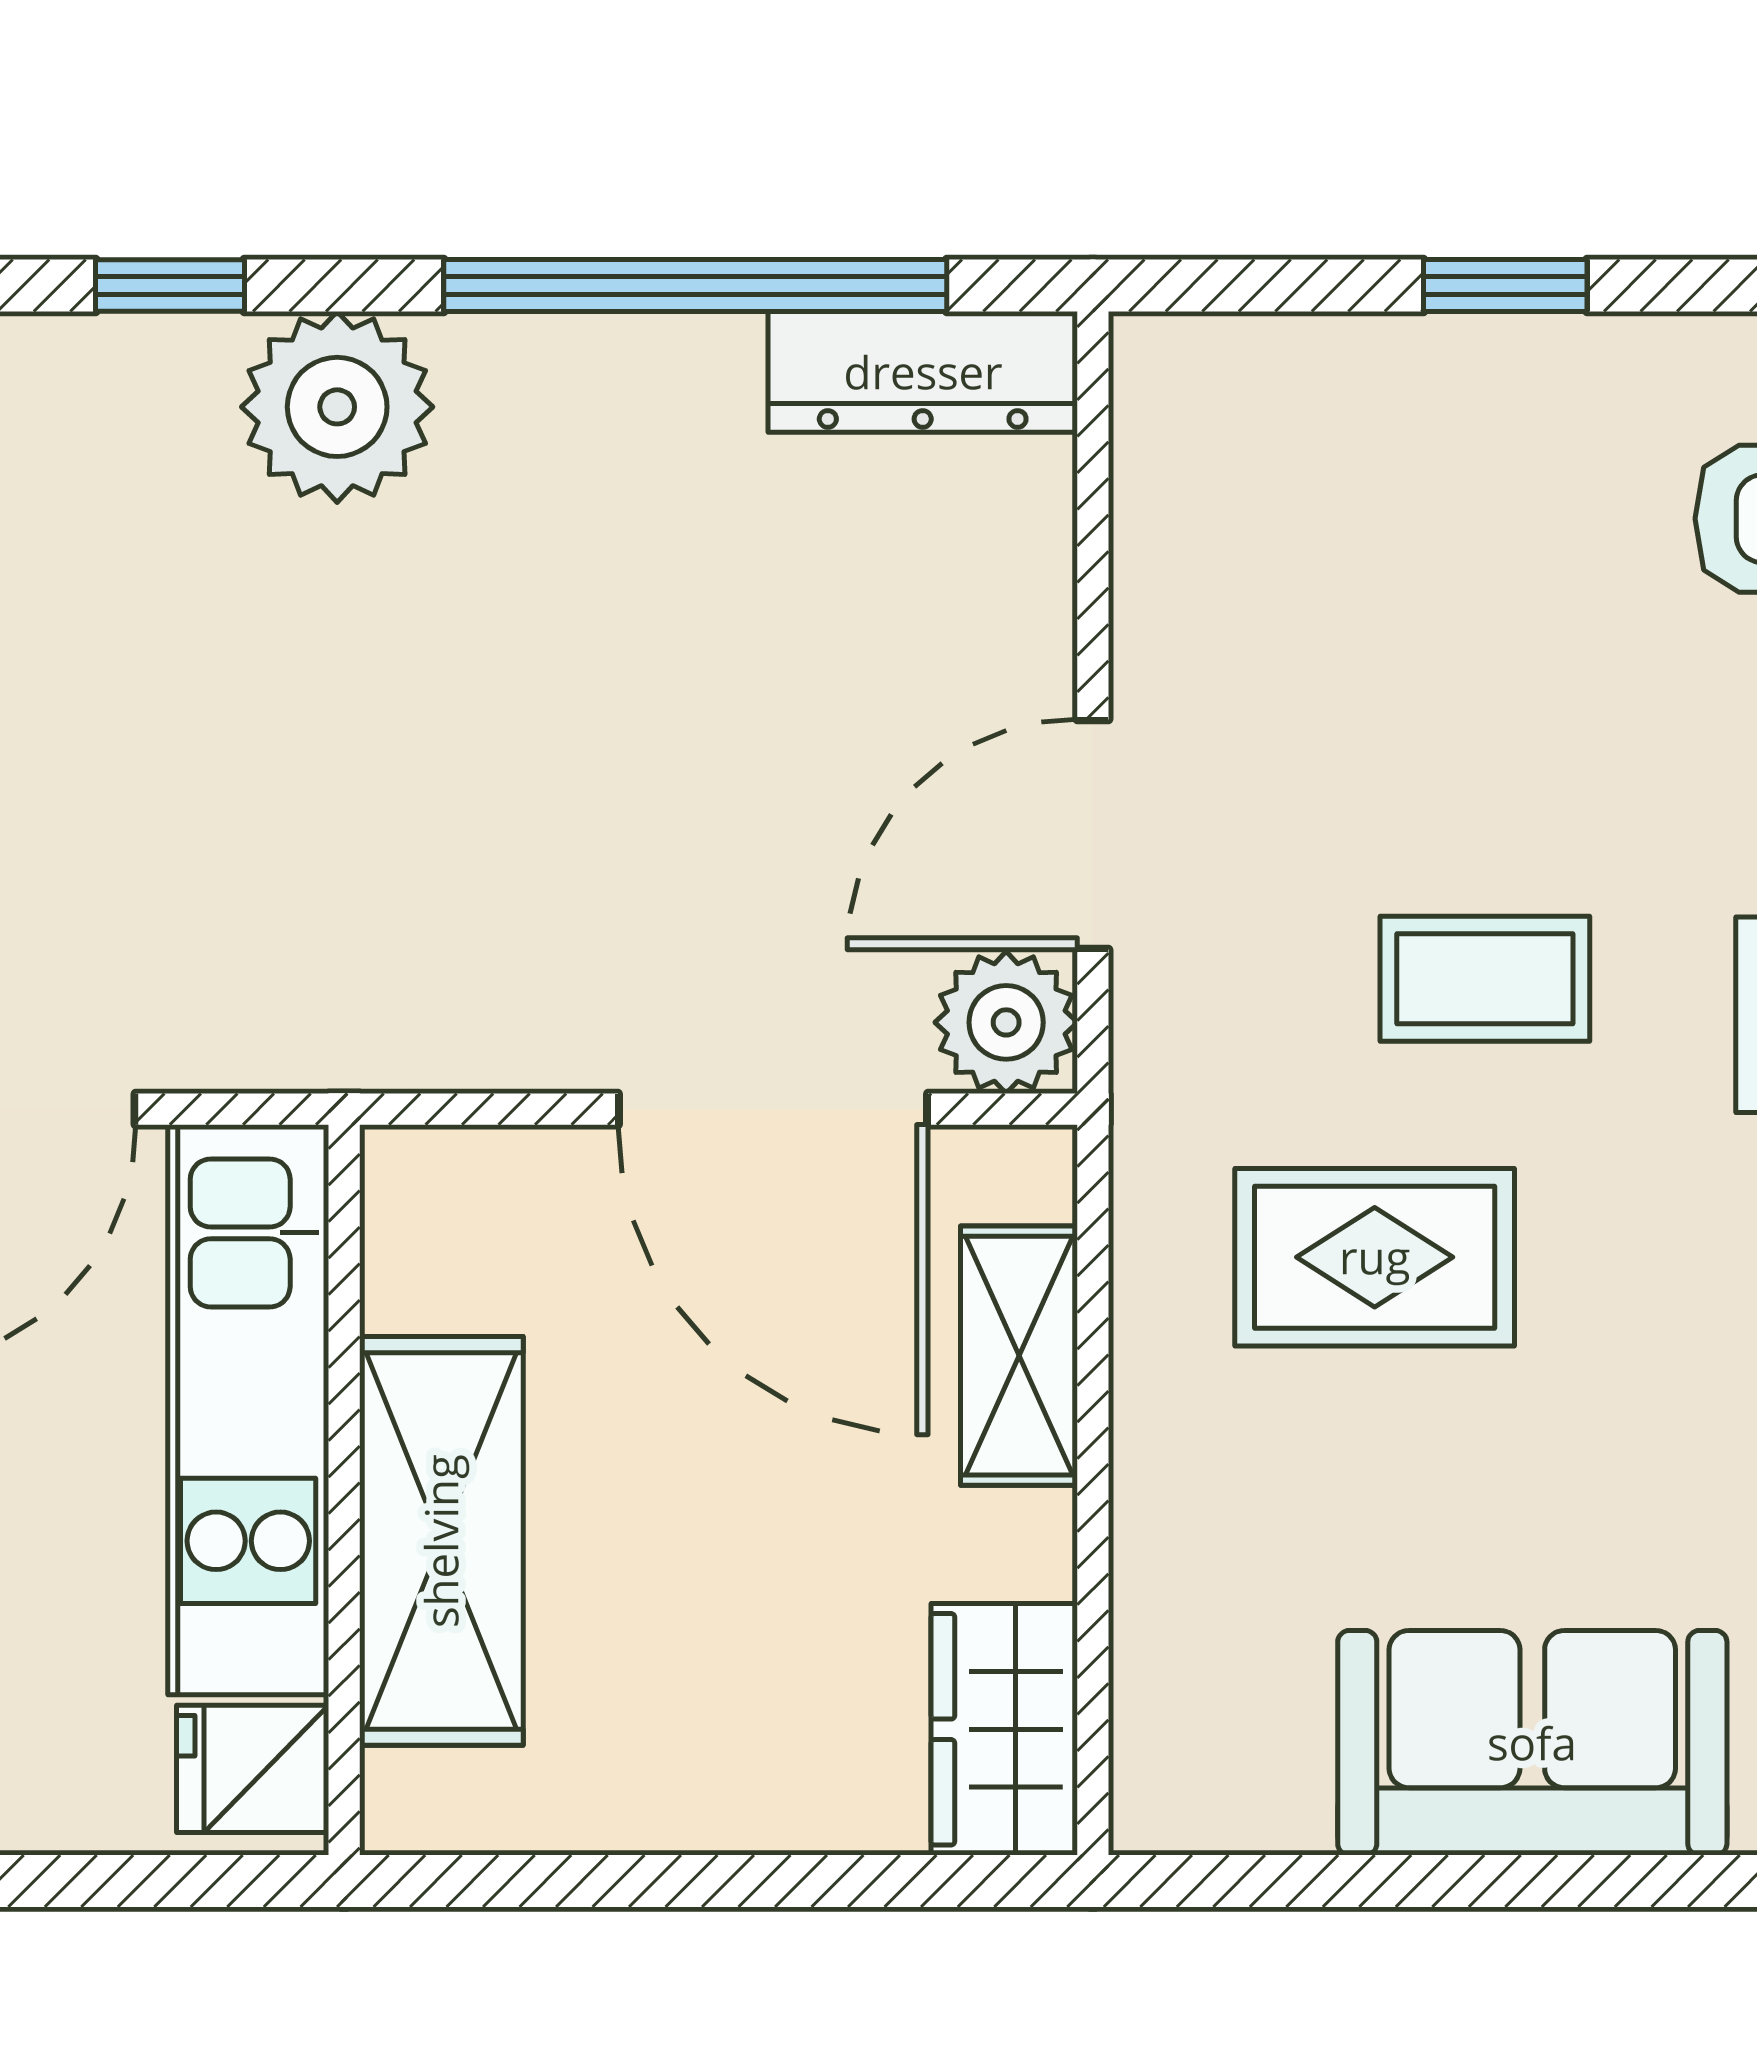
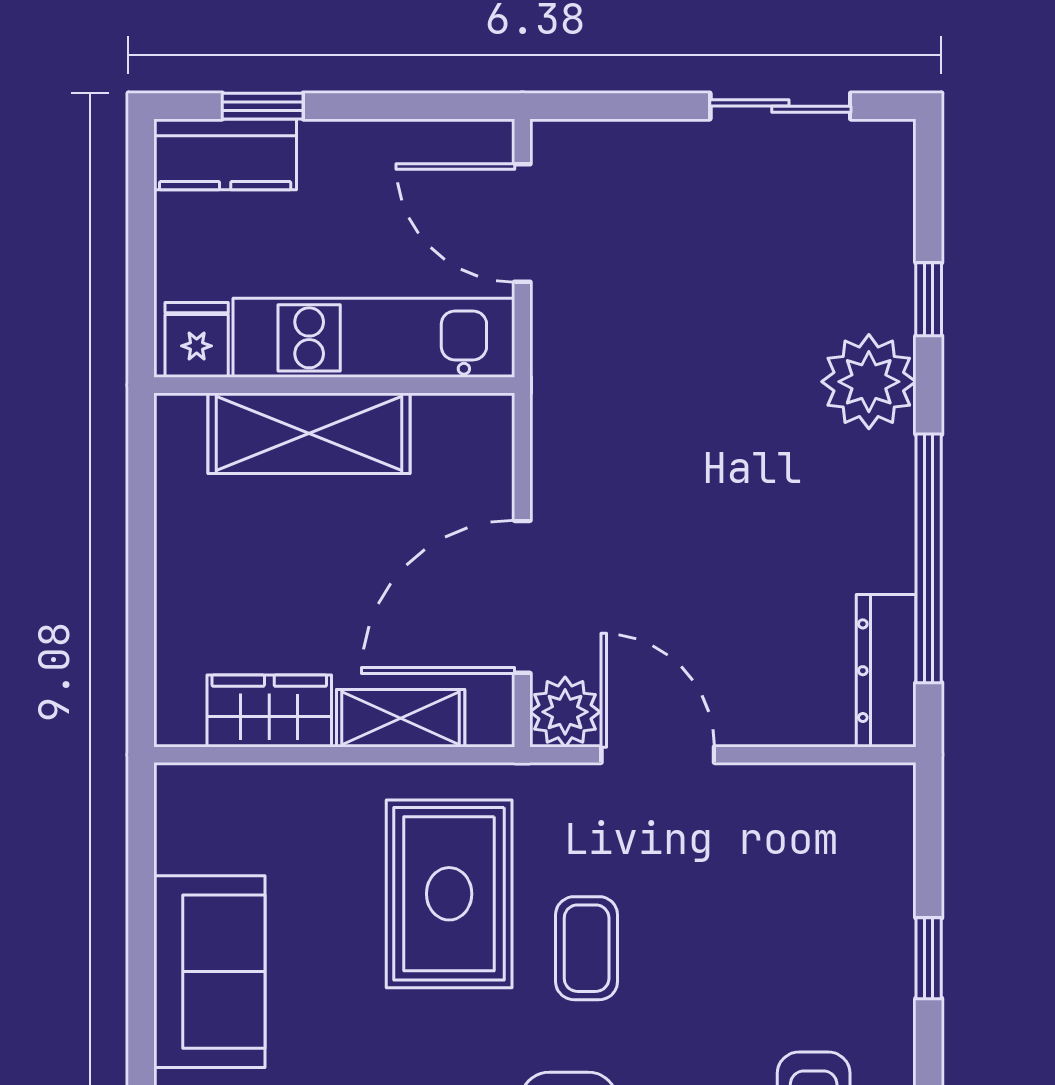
rug: (1375, 1257) -> (449, 894), width x1.36, depth x1.43
wardrobe: (1004, 1729) -> (269, 711), moved

